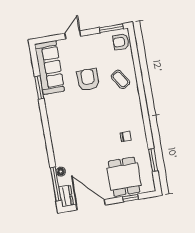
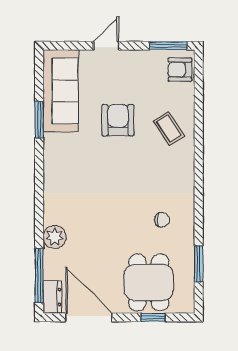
plant: (61, 159) -> (55, 237), added
floor lamp: (61, 172) -> (50, 257), removed

